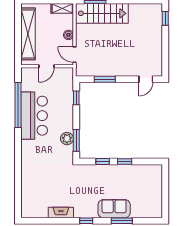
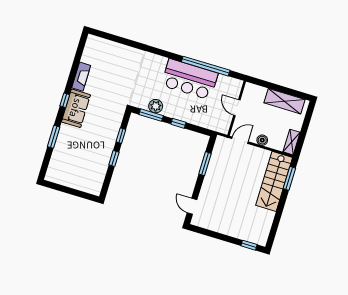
shelving: (28, 34) -> (284, 101), width x0.68
window: (76, 98) -> (178, 123), moved
sofa: (114, 209) -> (76, 108), moved

